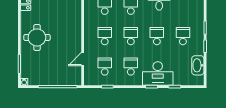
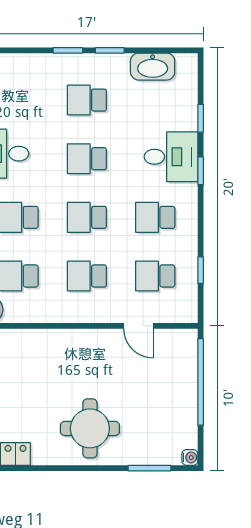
desk: (158, 74) -> (171, 157), width x0.73

